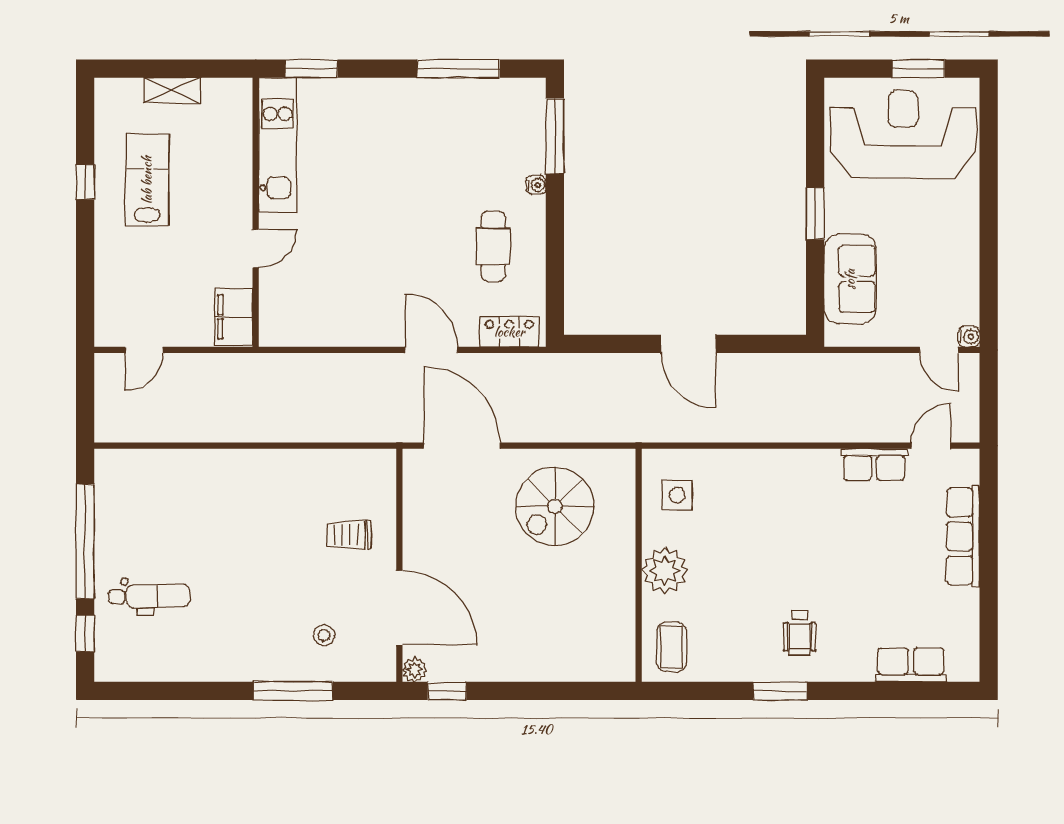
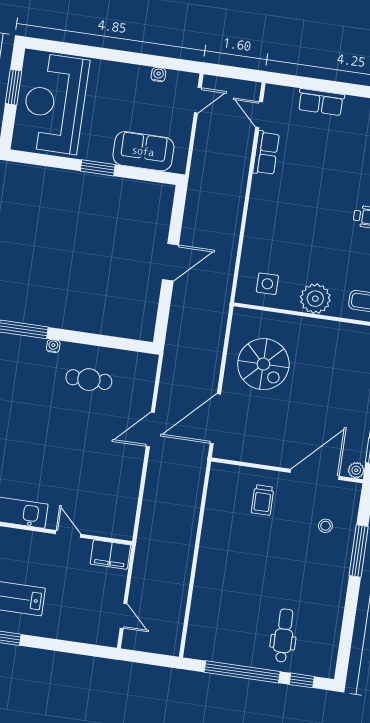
locker: (509, 332) -> (146, 377), removed
water cooler: (969, 336) -> (158, 75), moved
row of seats: (963, 536) -> (321, 102), width x0.68

